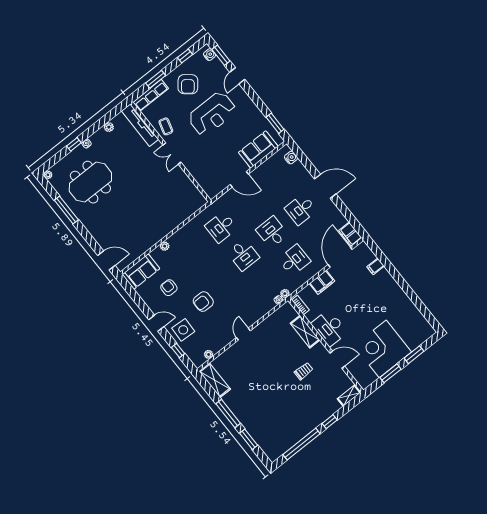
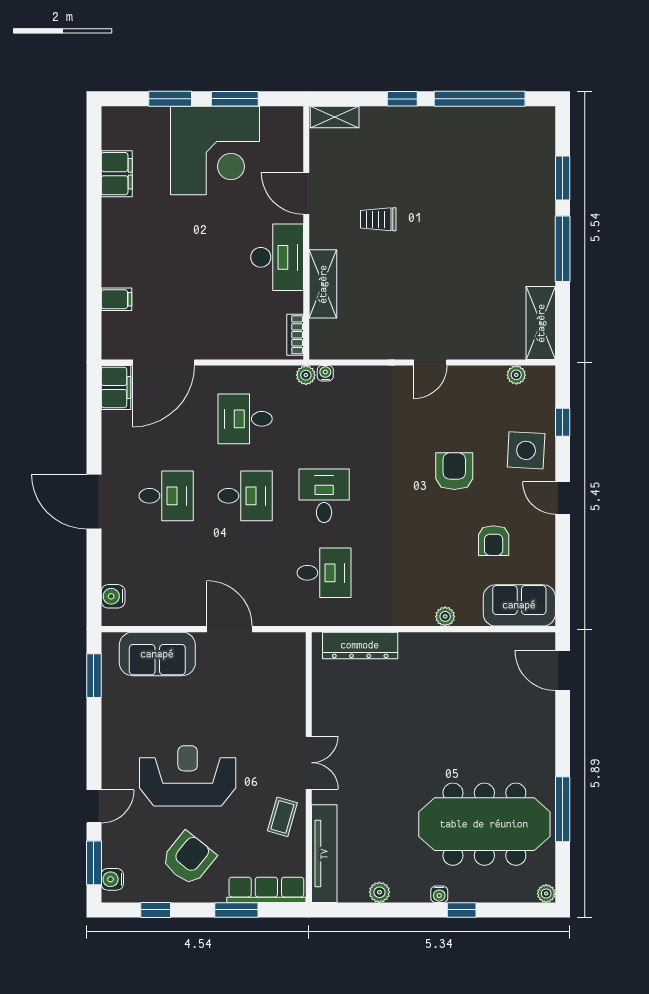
meeting table: (90, 182) -> (484, 824), width x1.36
dresser: (187, 211) -> (360, 645), added
desk: (272, 232) -> (245, 496), turned -90
filing cabinet: (322, 282) -> (117, 174), moved, turned 90
armchair: (203, 302) -> (454, 471), turned -90

